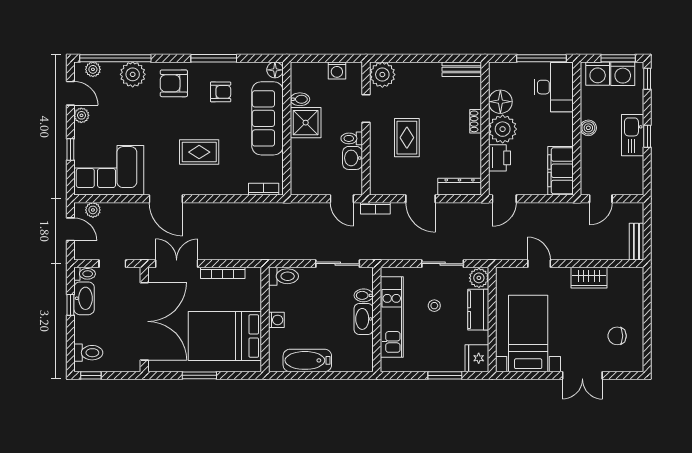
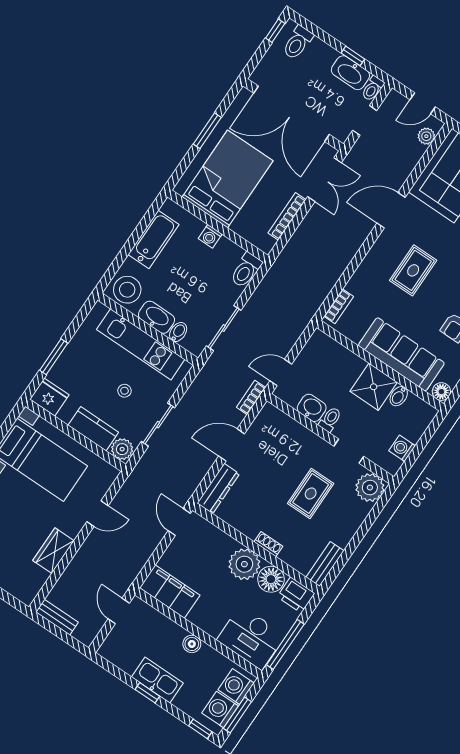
rug: (407, 138) -> (311, 493), moved, turned 90
printer: (499, 158) -> (296, 595), moved
stool: (358, 355) -> (127, 290), added

